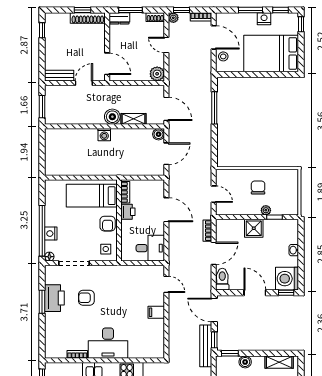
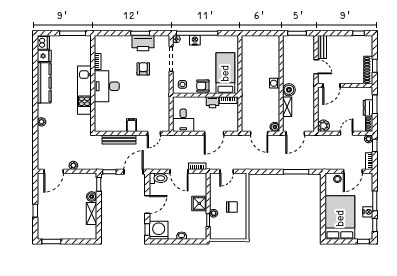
dresser: (119, 18) -> (368, 108), moved
bench: (206, 346) -> (119, 139), moved
shelving: (279, 362) -> (91, 214), moved

